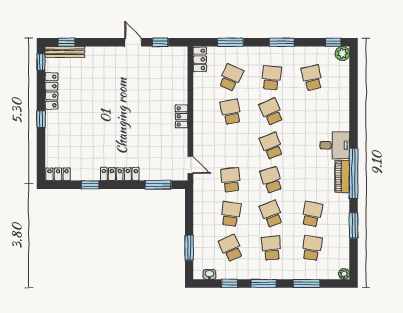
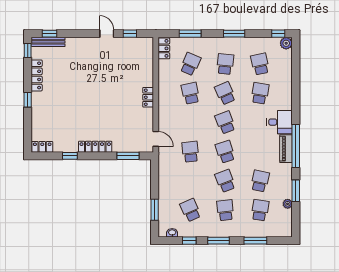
school desk: (231, 214) -> (260, 93), moved
plant: (344, 274) -> (288, 204), moved

